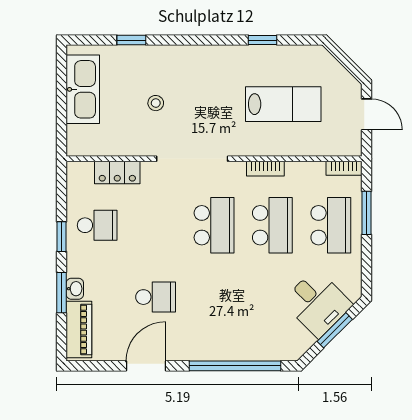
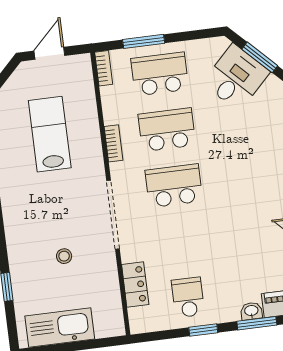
school desk: (156, 297) -> (250, 233), removed

